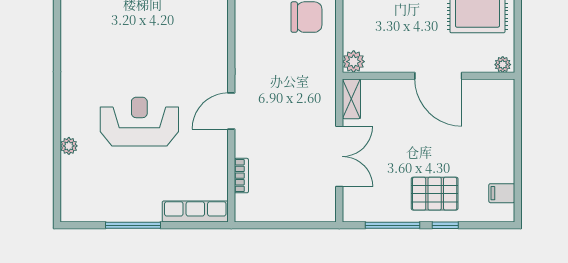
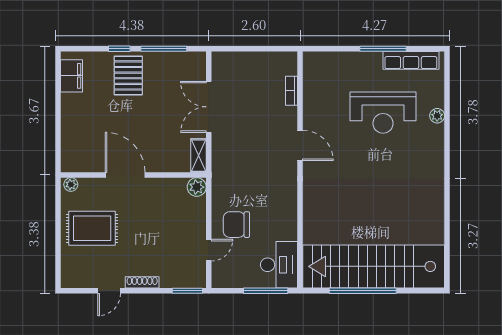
door: (231, 111) -> (300, 145), hinge flipped
reception desk: (139, 122) -> (383, 113), moved
filing cabinet: (502, 193) -> (72, 76), width x2.00
pallet: (435, 194) -> (128, 75), turned 90
row of seats: (195, 211) -> (411, 60), moved

